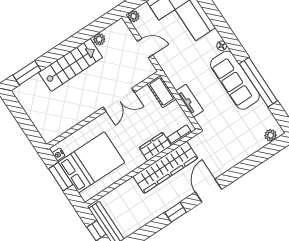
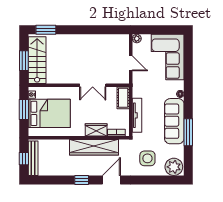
plant: (99, 39) -> (106, 39), removed
stairs: (71, 65) -> (37, 60), moved, turned -90
window: (258, 82) -> (188, 132), width x0.68
tv unit: (190, 101) -> (137, 115), width x1.41
window: (25, 123) -> (24, 61), added
plant: (271, 135) -> (174, 167), width x1.87, depth x1.87
side table: (232, 141) -> (147, 158), added

